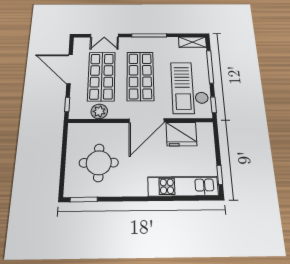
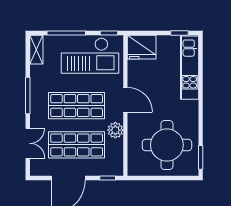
plant: (99, 111) -> (115, 130), moved
door: (147, 121) -> (125, 100), width x0.73
fridge: (181, 134) -> (142, 47), moved, turned 90
round table: (99, 163) -> (167, 145), width x1.36, depth x1.36

